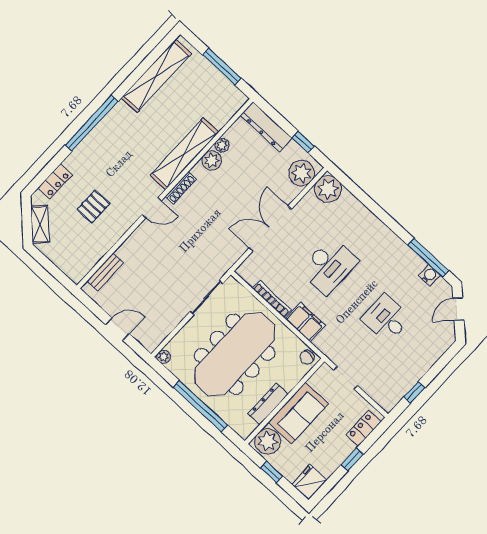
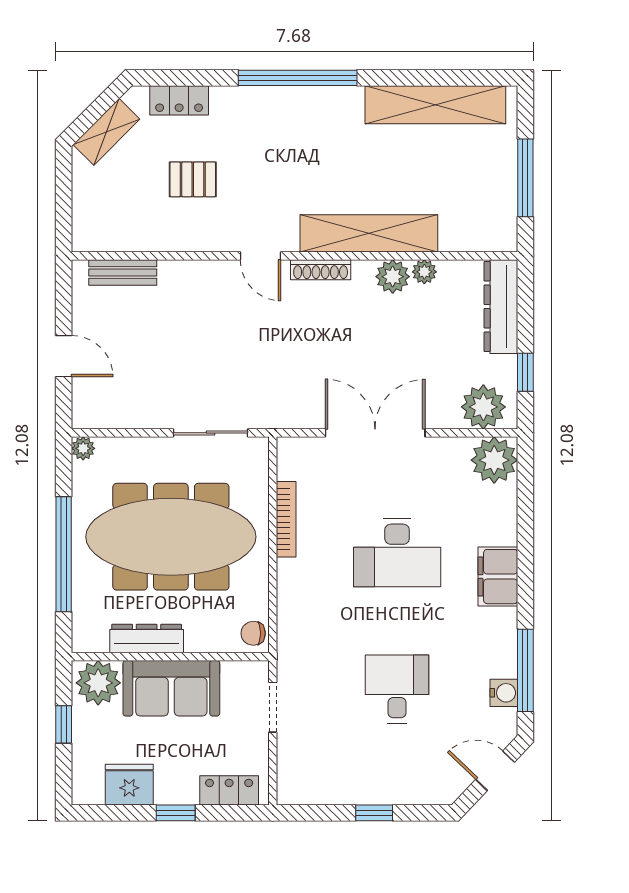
filing cabinet: (305, 322) -> (498, 577), moved, turned 180
window: (414, 392) -> (374, 813), moved
fridge: (309, 482) -> (129, 785), moved

